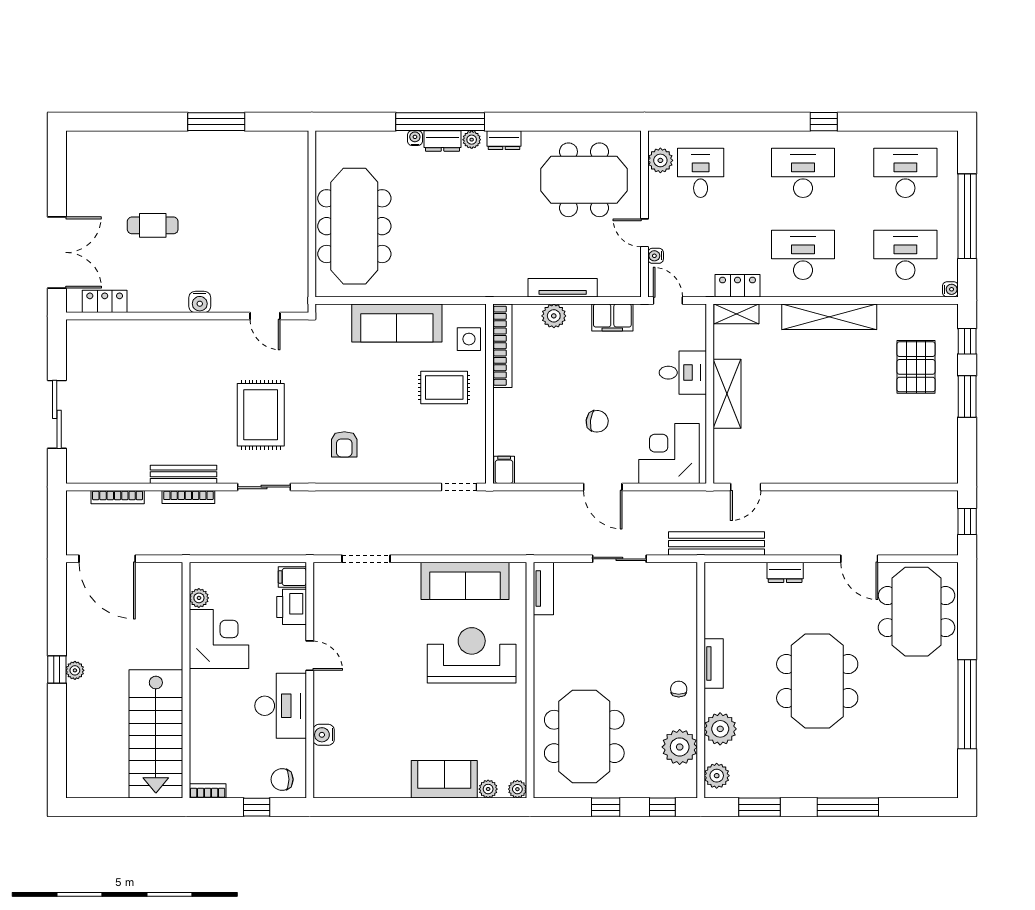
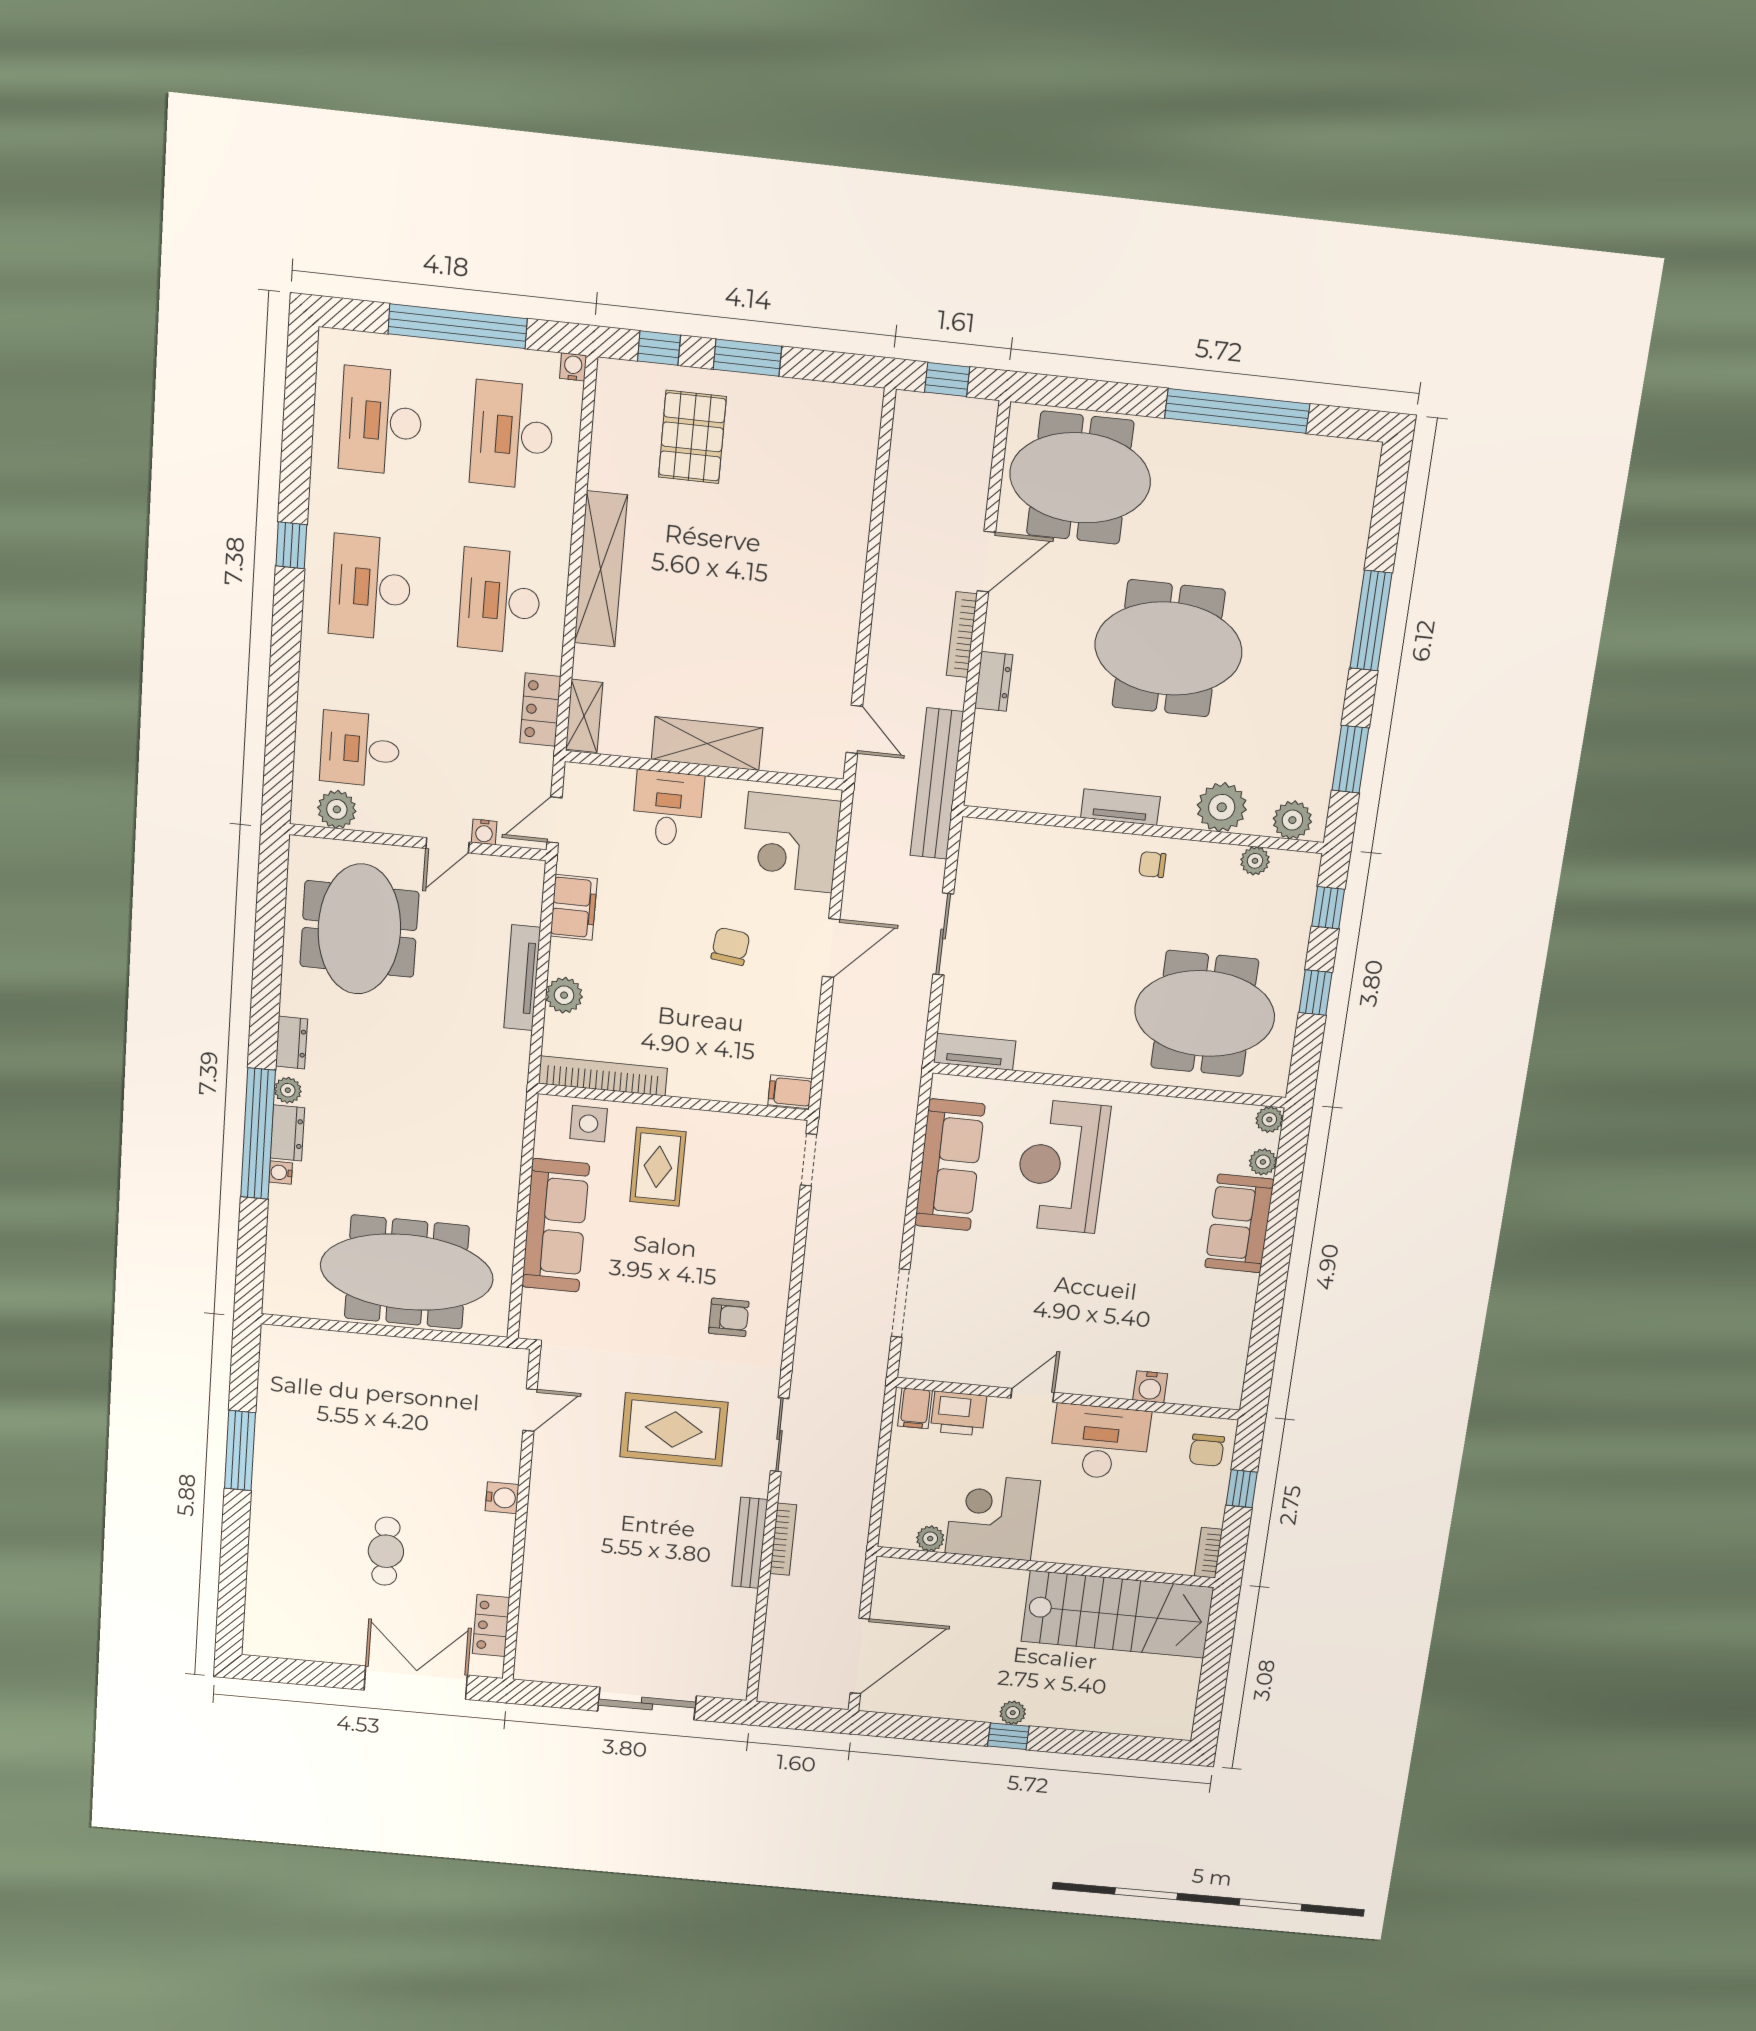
pallet: (916, 367) -> (692, 437), turned 90
bookcase: (118, 497) -> (962, 635), moved, turned 180
plant: (680, 747) -> (1255, 861), width x0.53, depth x0.53

